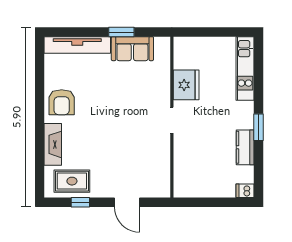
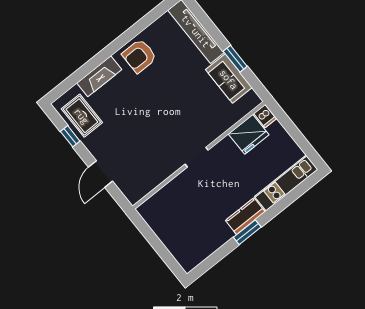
fridge: (186, 85) -> (249, 134), moved
kitchen counter: (245, 147) -> (245, 216), moved
dishwasher: (245, 191) -> (265, 116), moved, turned 180

